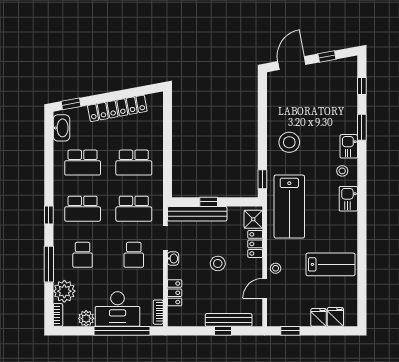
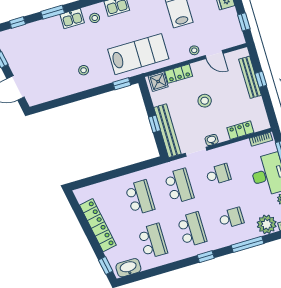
stool: (289, 142) -> (84, 70), width x0.53, depth x0.53

